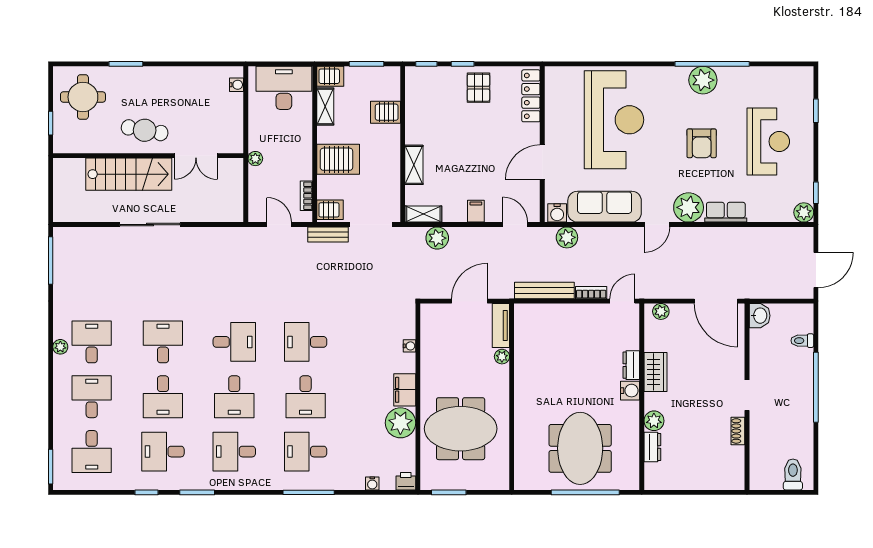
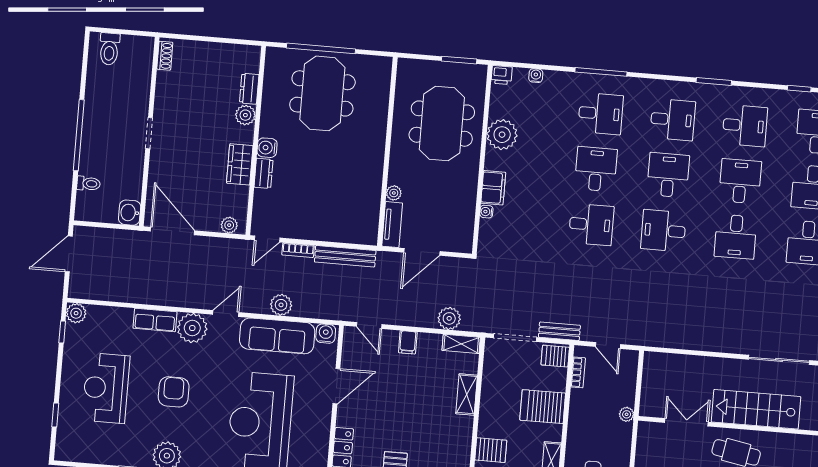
sliding door: (150, 225) -> (779, 360), moved
plant: (567, 237) -> (281, 305), moved
filing cabinet: (405, 390) -> (493, 188), moved
meeting table: (461, 429) -> (442, 124), turned 90
shoe rack: (738, 431) -> (165, 56), moved
window: (147, 492) -> (799, 89), moved

